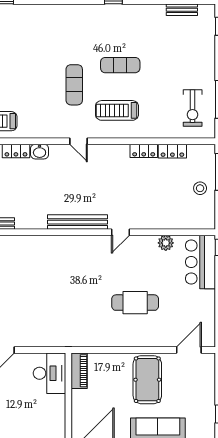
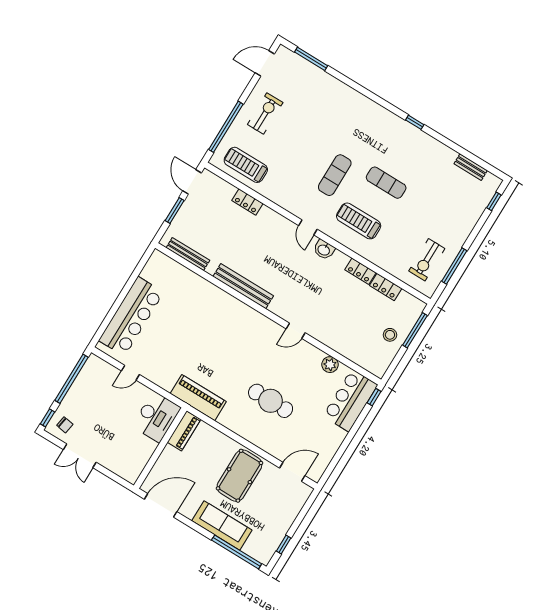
washbasin: (40, 152) -> (324, 250), moved
bench: (77, 222) -> (243, 286), moved
piano: (74, 336) -> (198, 398), added

